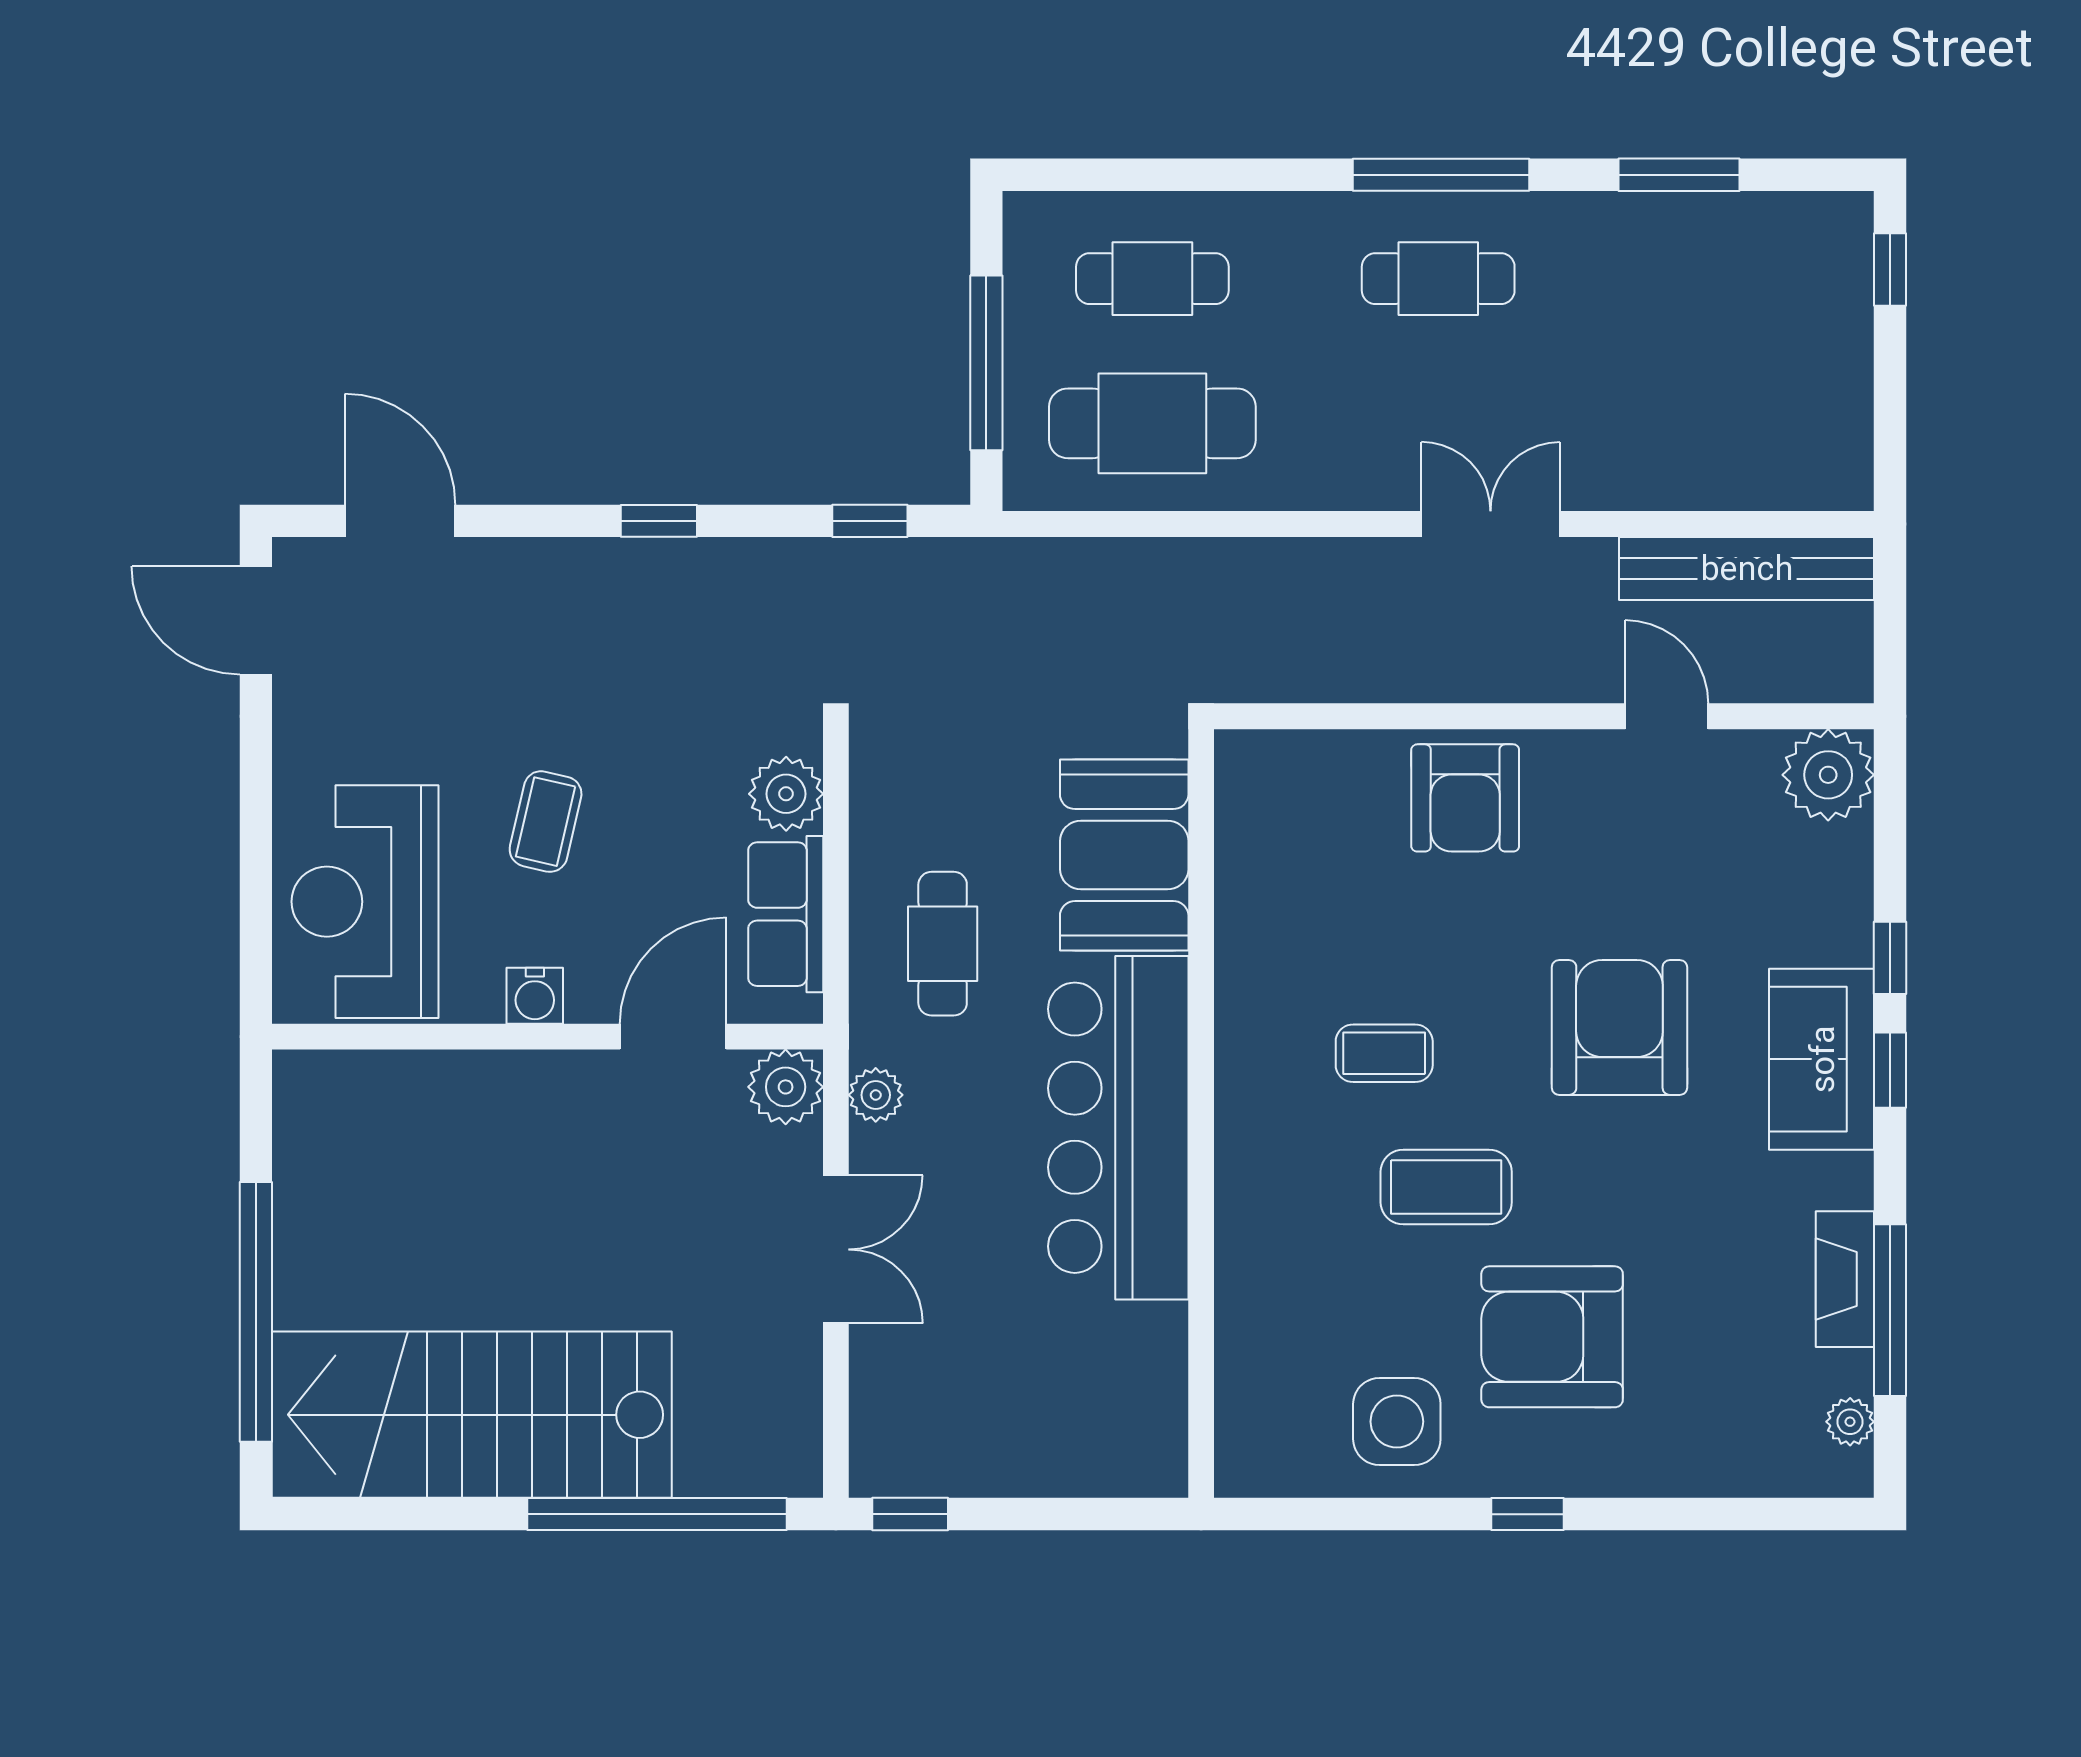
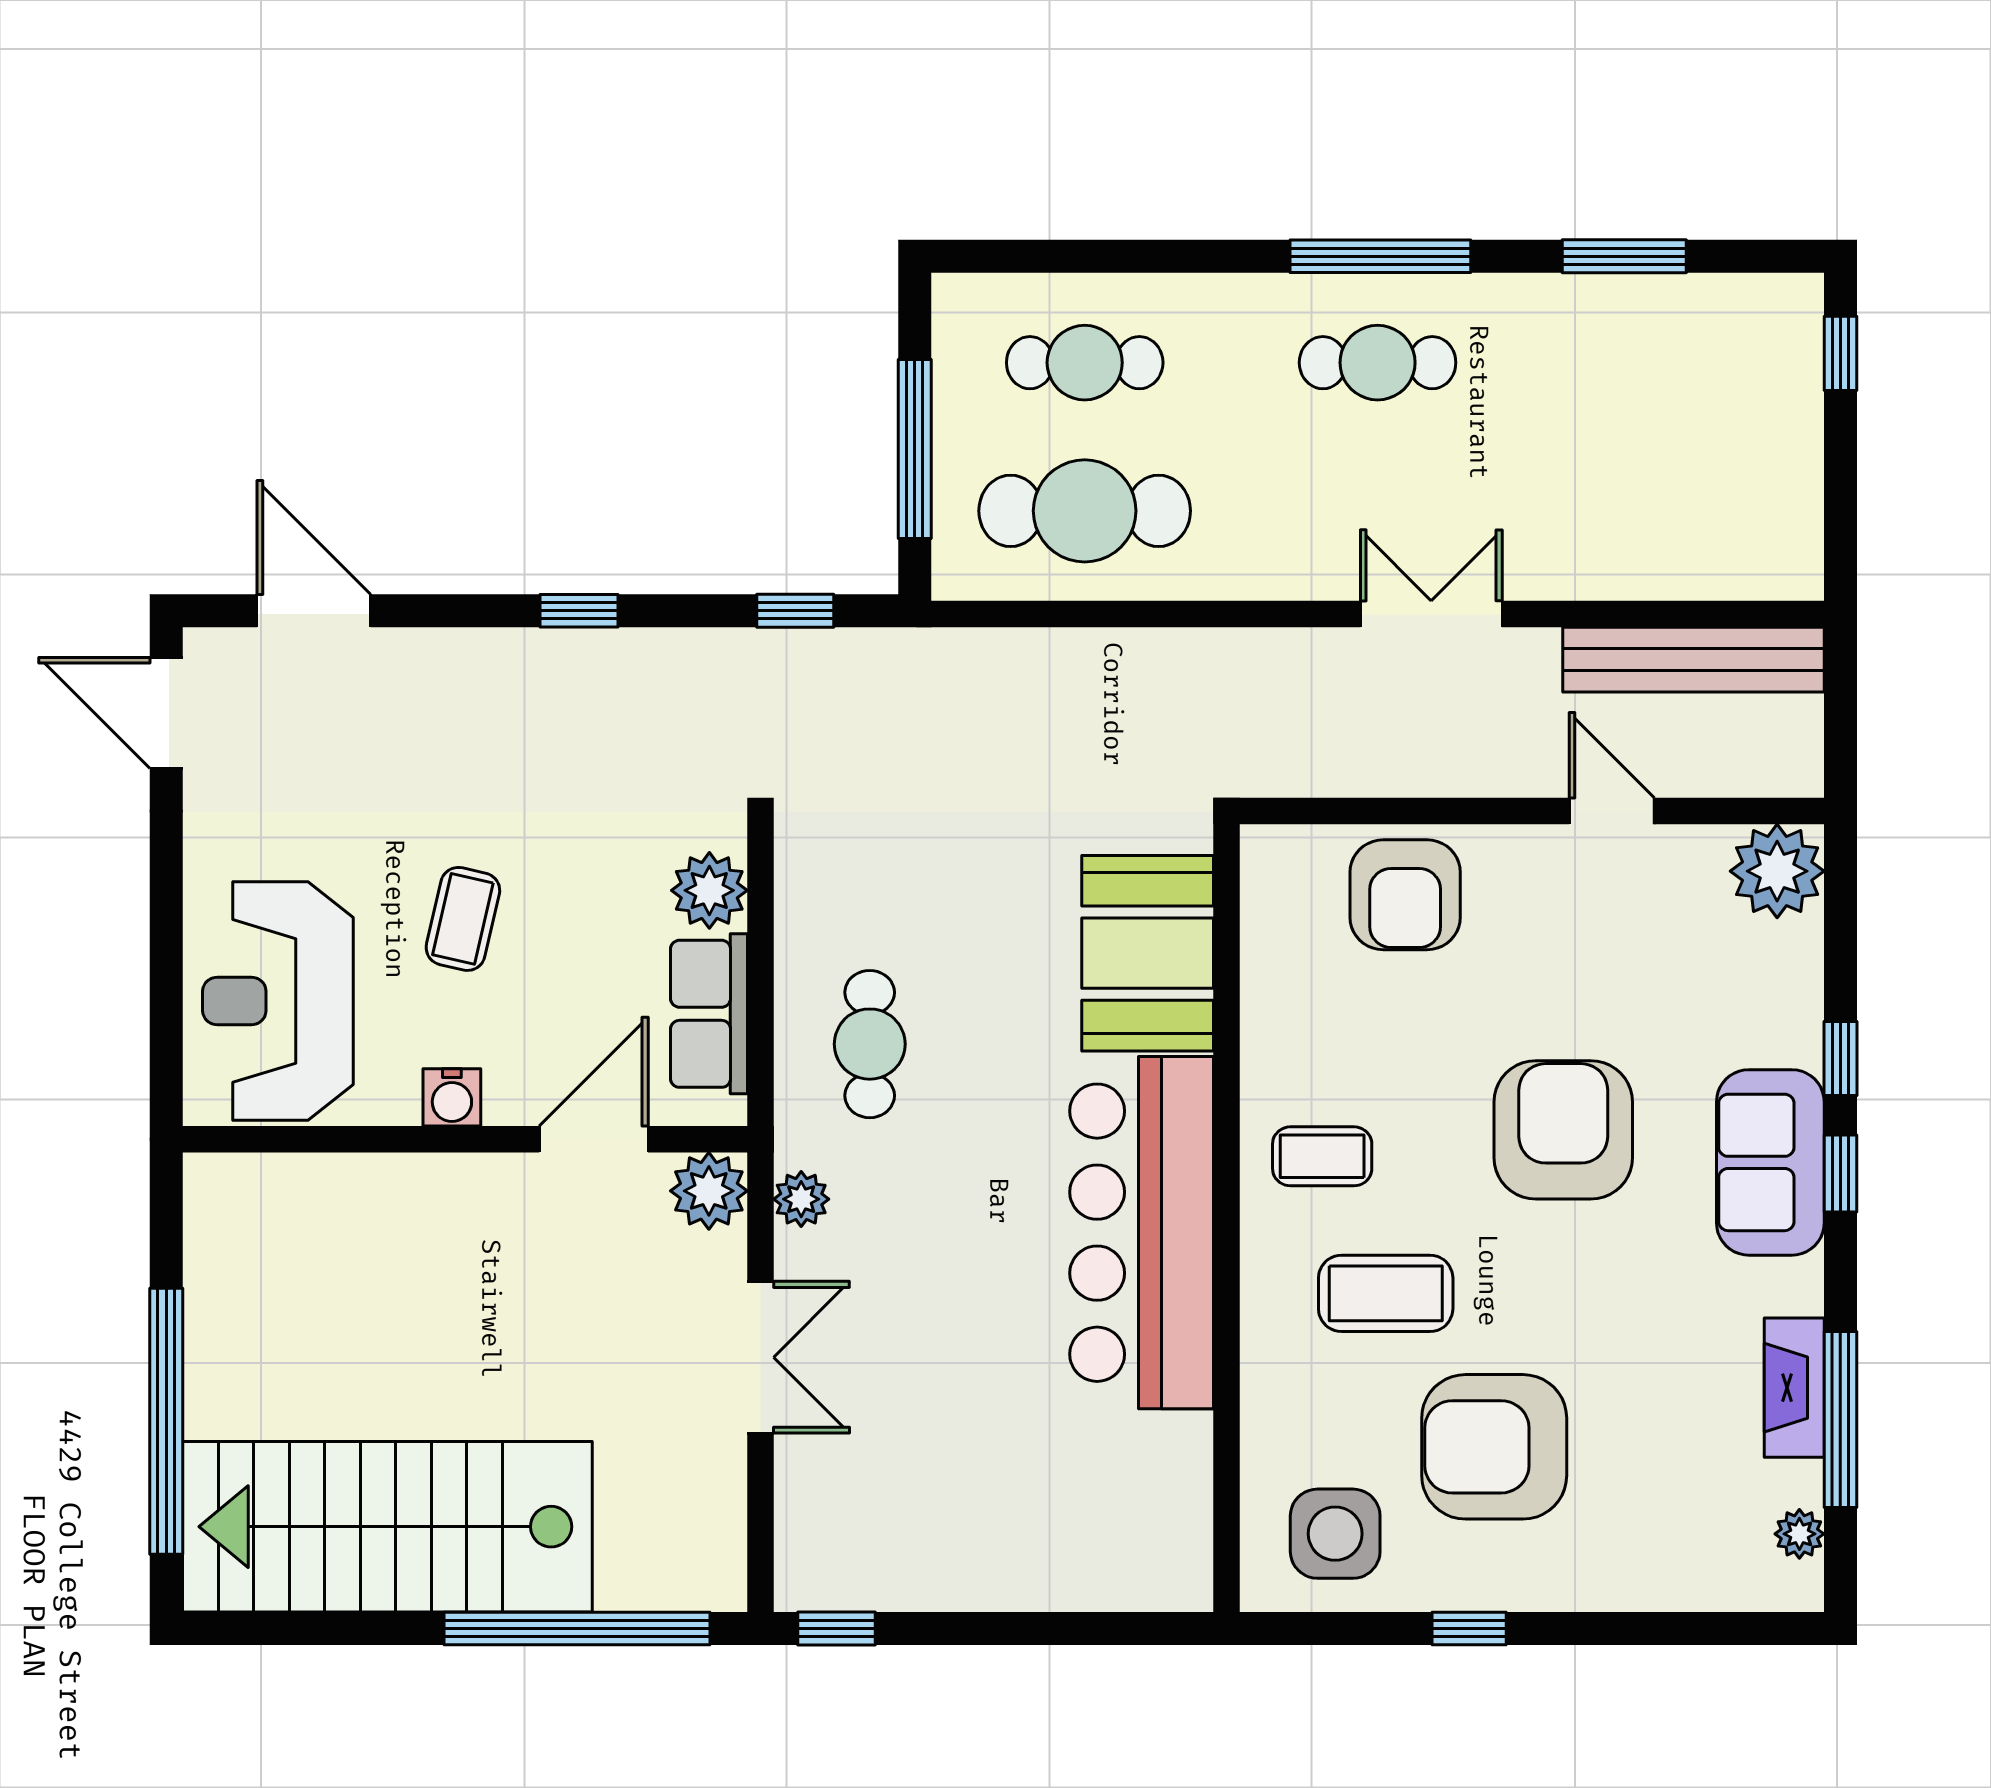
booth: (1124, 855) -> (1148, 953), moved
wall: (1201, 1114) -> (1227, 1218), moved
bar counter: (1118, 1128) -> (1142, 1233), moved

